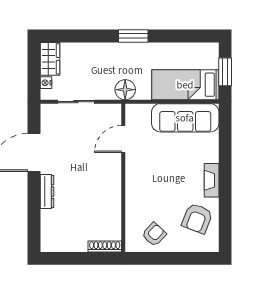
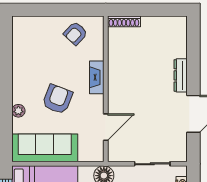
plant: (212, 156) -> (18, 111), added
fireplace: (212, 180) -> (97, 77), moved, turned 180
armchair: (197, 218) -> (57, 99), moved

